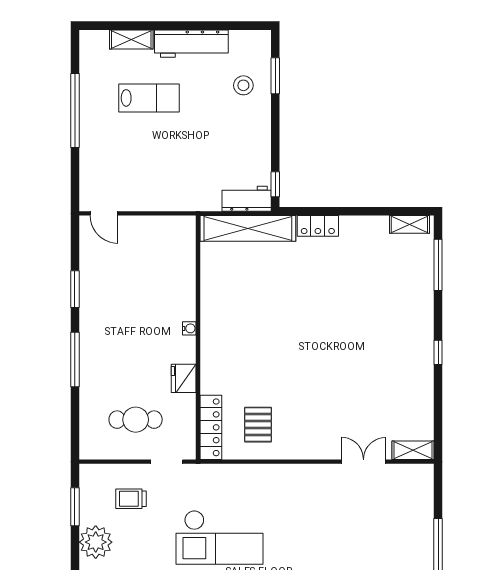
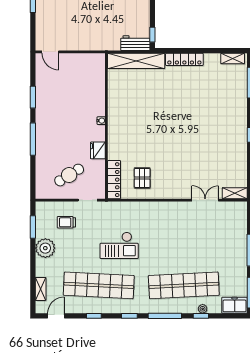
locker: (318, 226) -> (184, 59), width x1.53
cafe table: (136, 420) -> (69, 175), turned -32
checkout: (219, 537) -> (119, 245), width x0.73, depth x0.83

